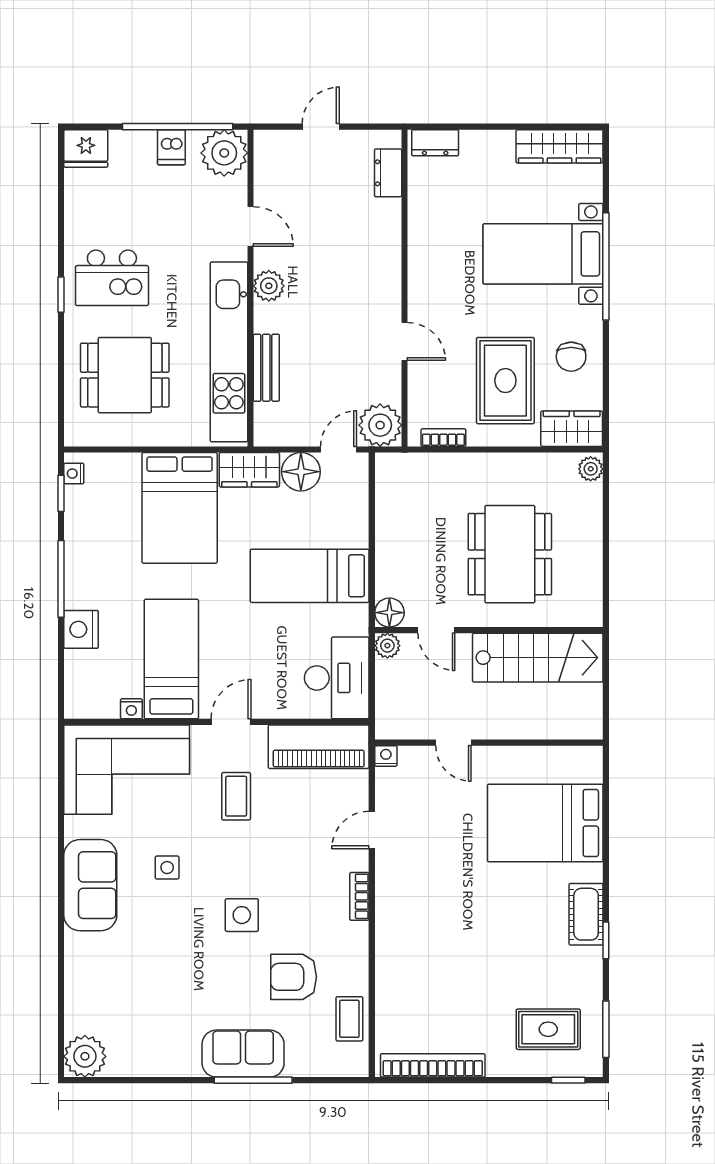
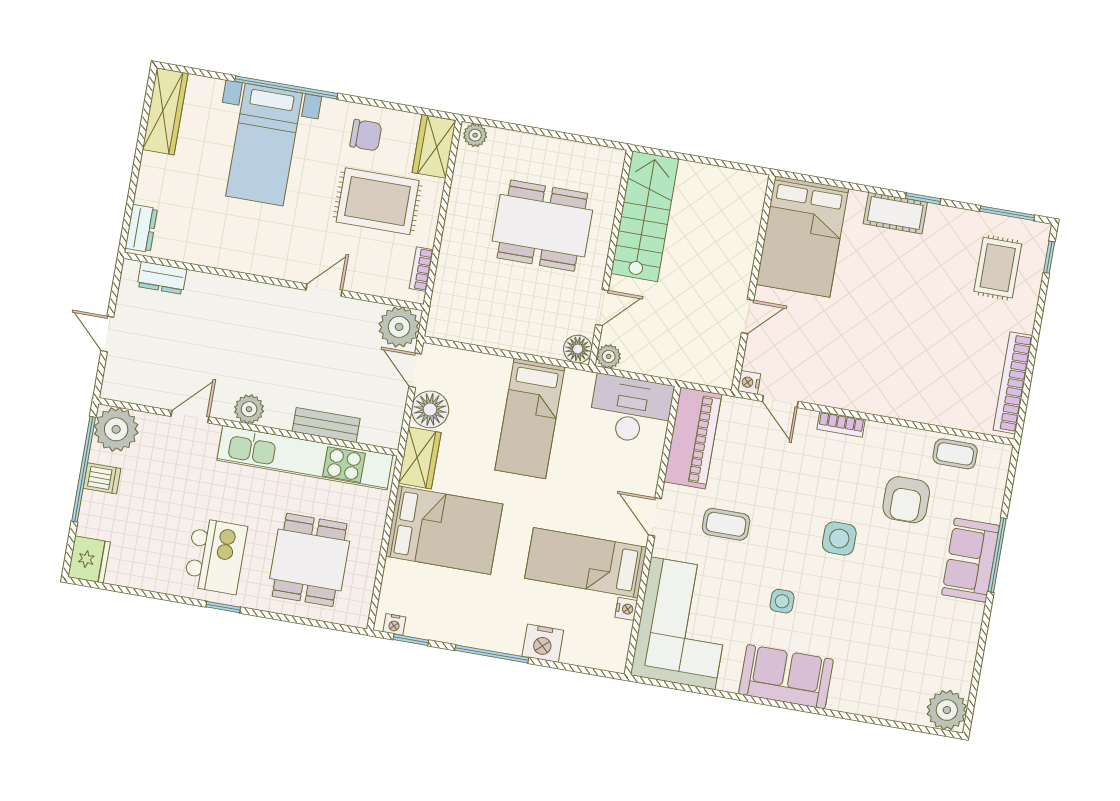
door: (453, 743) -> (748, 316), moved
wall: (489, 743) -> (753, 283), moved
nightstand: (386, 756) -> (749, 382), moved

